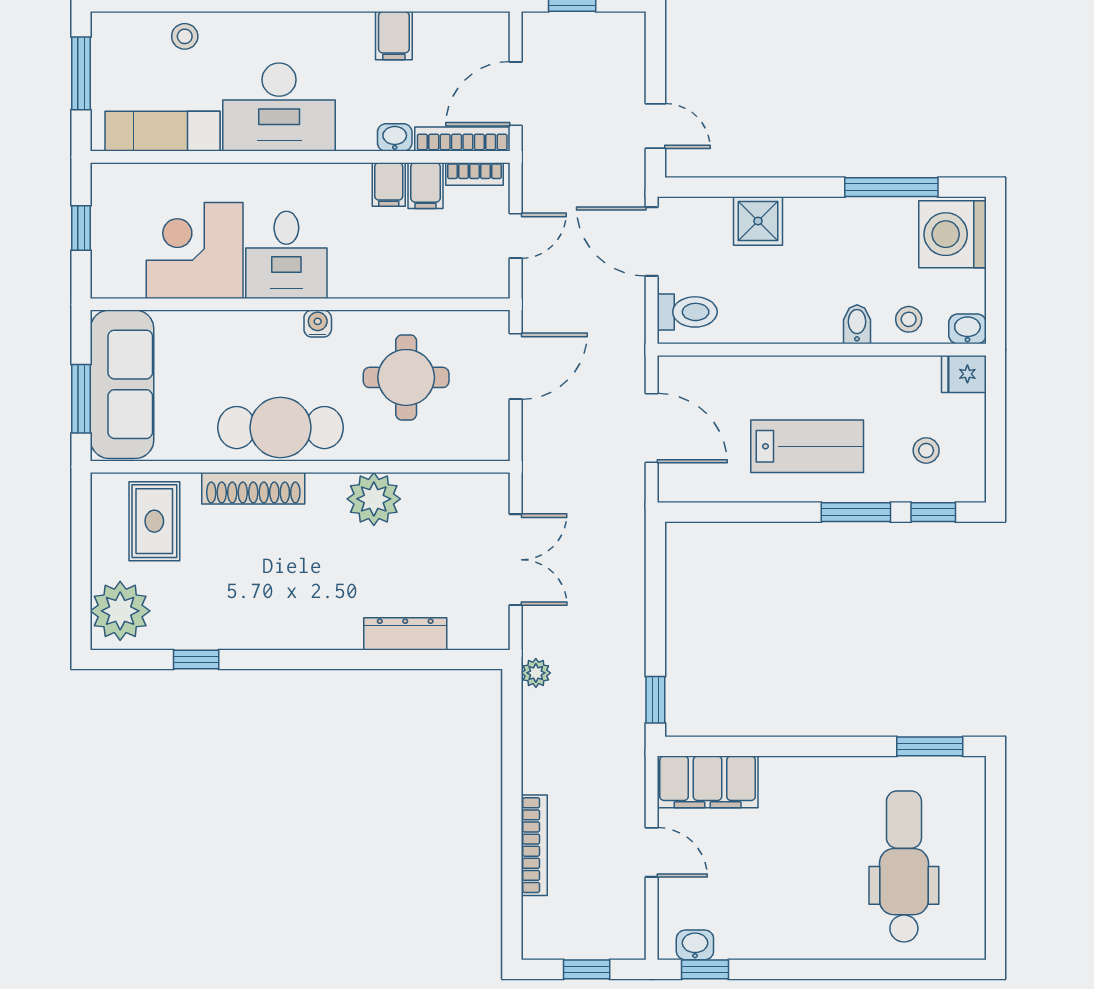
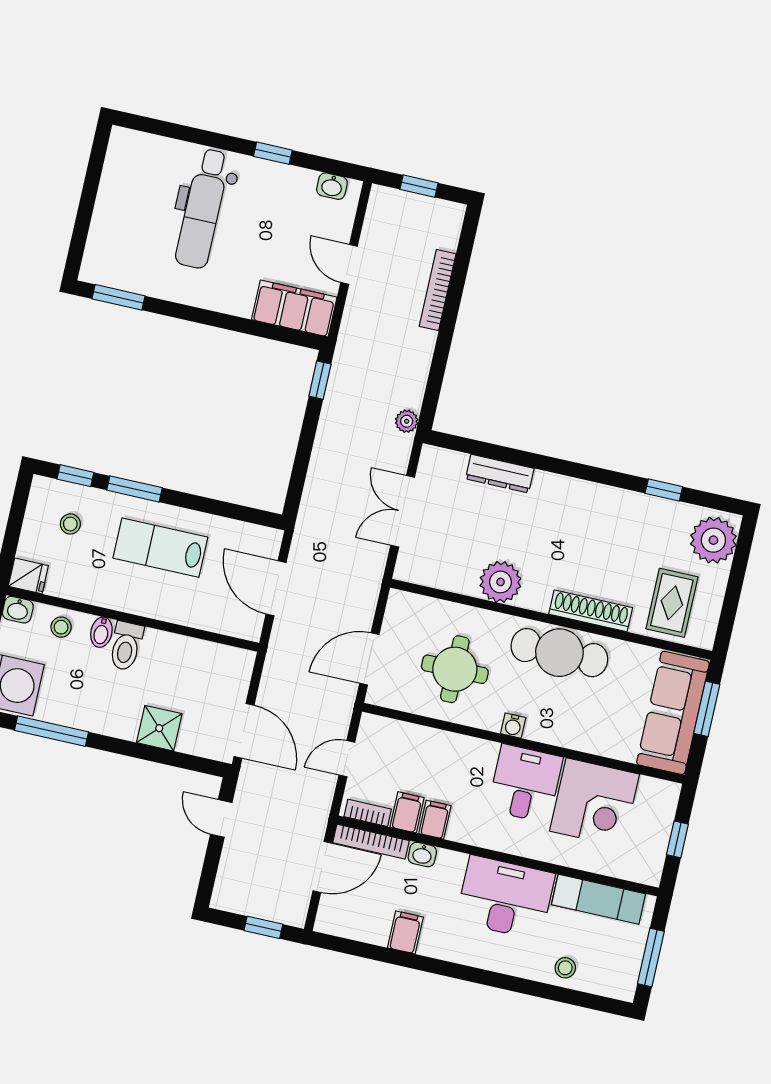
toilet: (687, 312) -> (126, 646), moved, turned -90
dental chair: (904, 866) -> (203, 209), moved
window: (705, 969) -> (273, 153), moved

